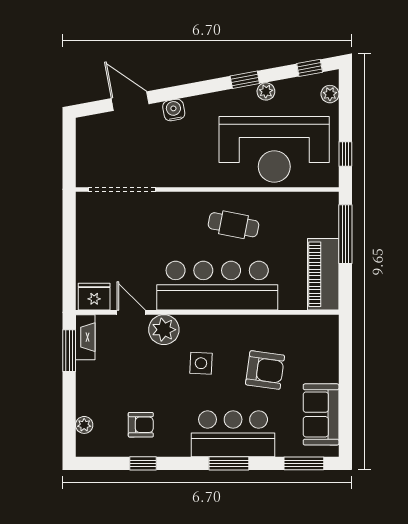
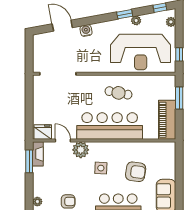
window: (345, 234) -> (179, 98), width x0.69

